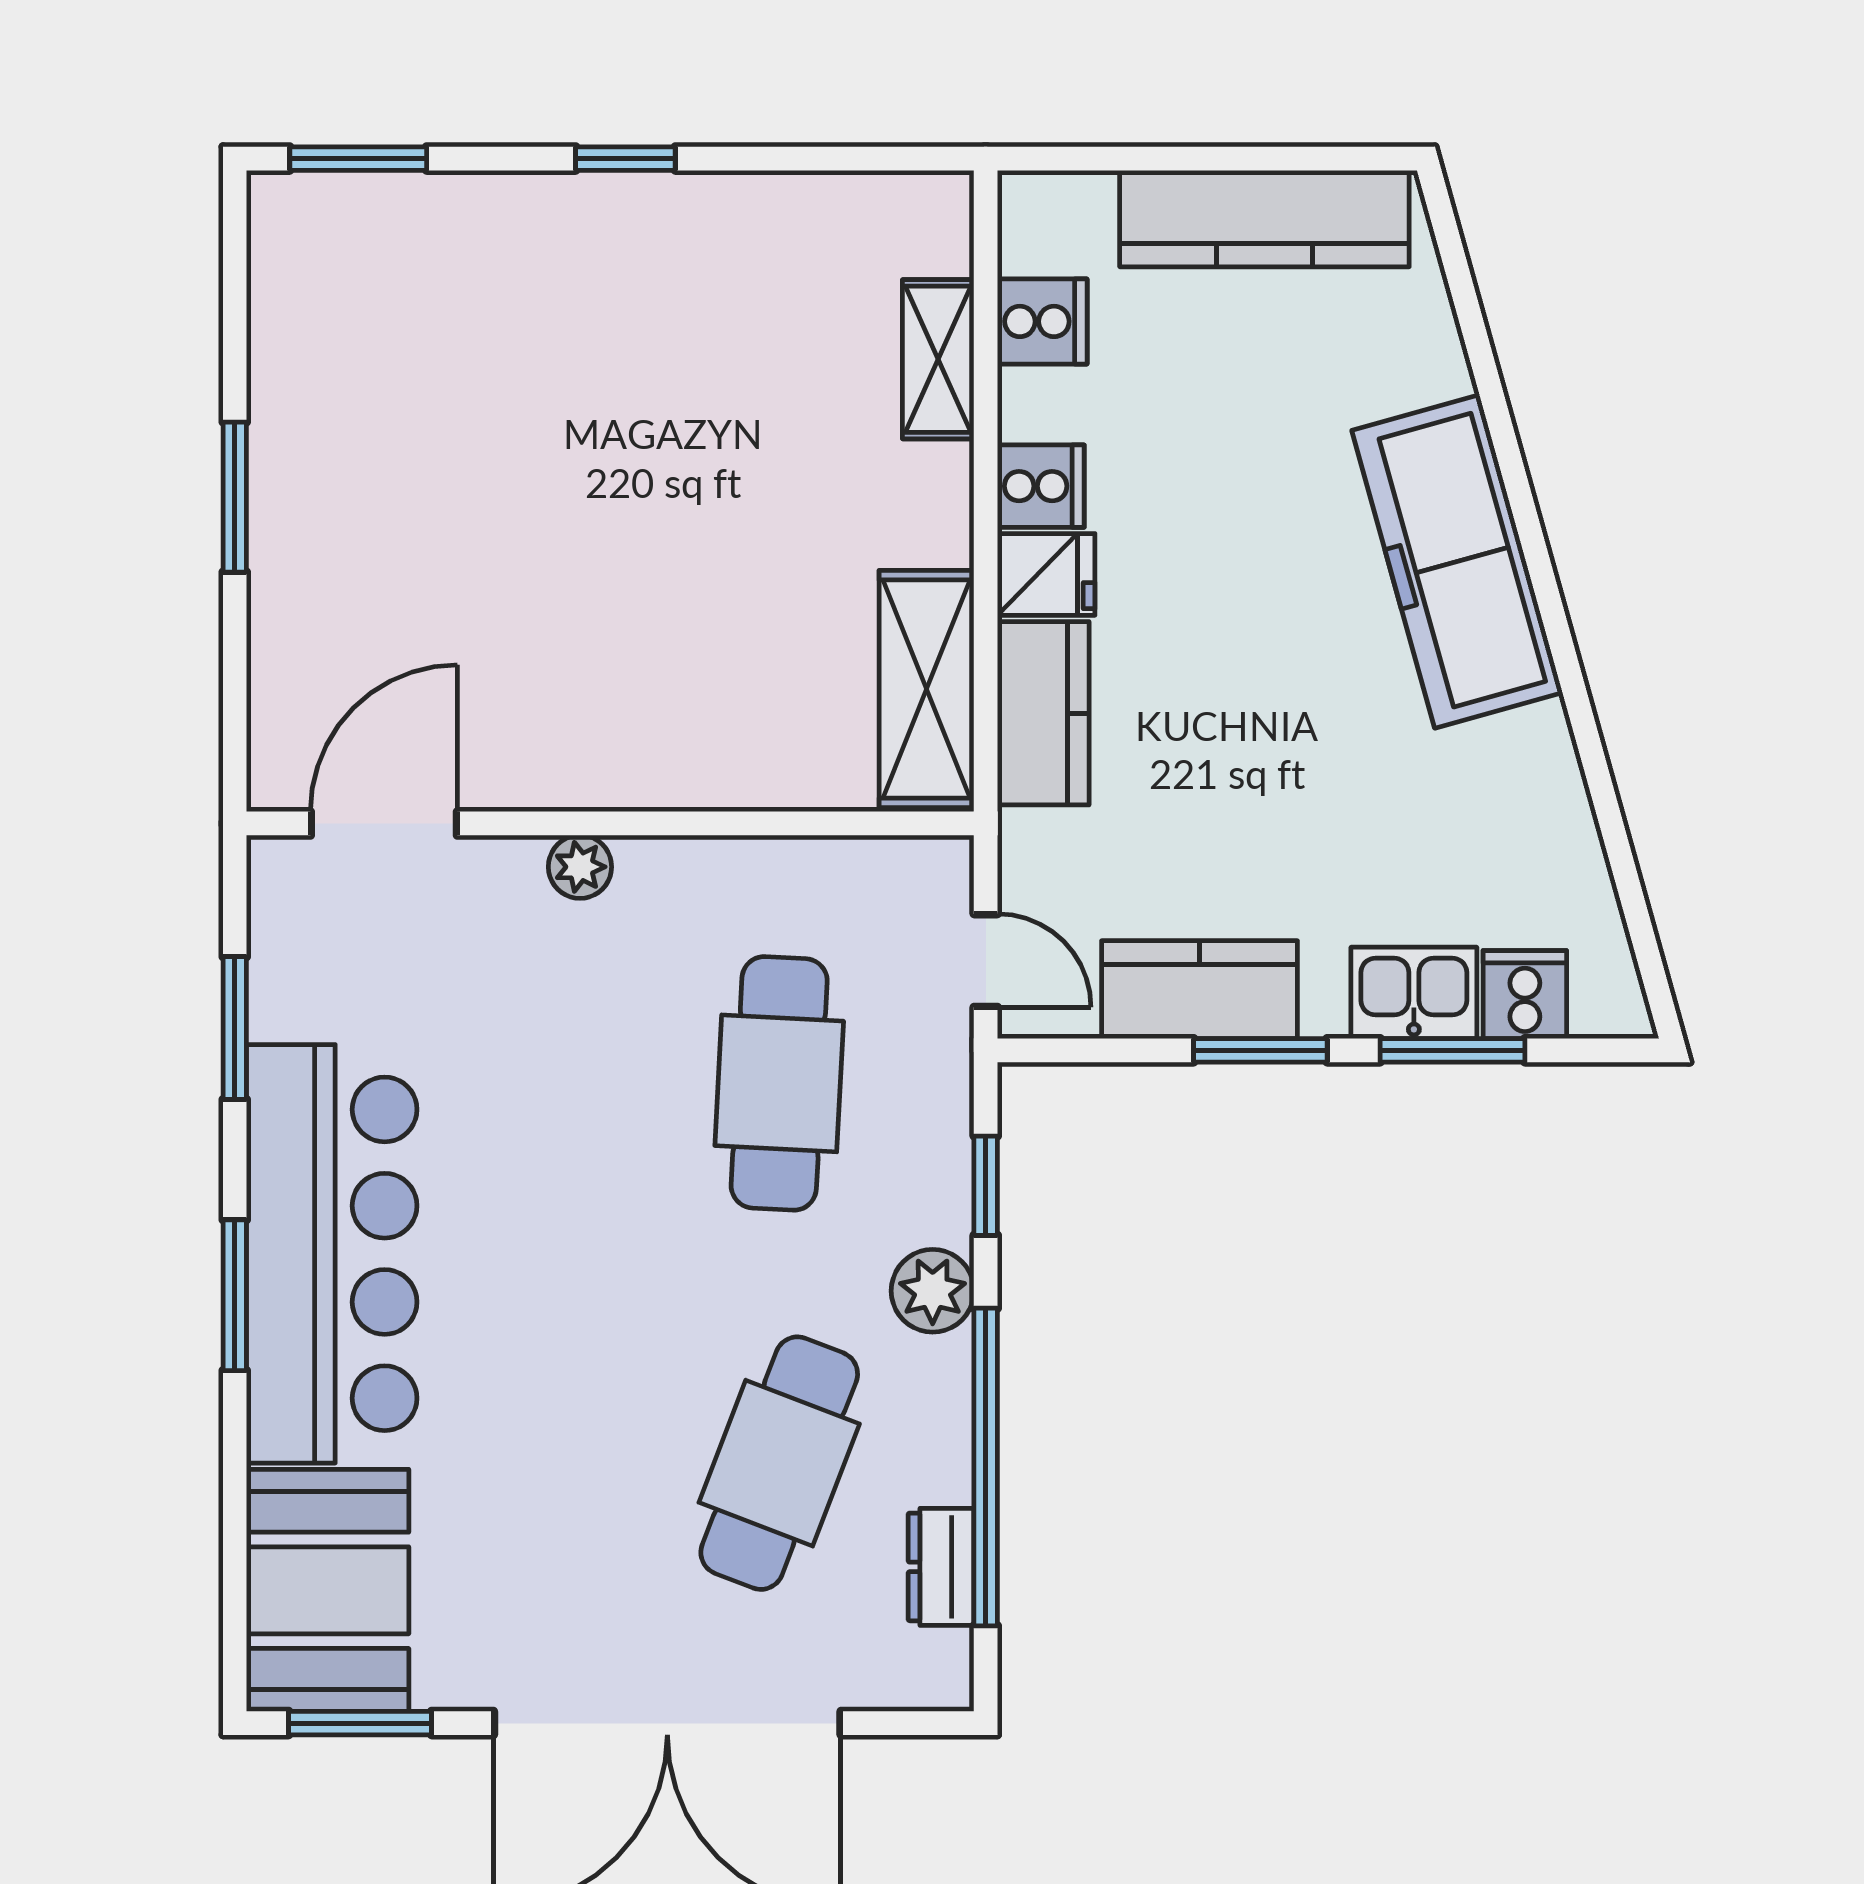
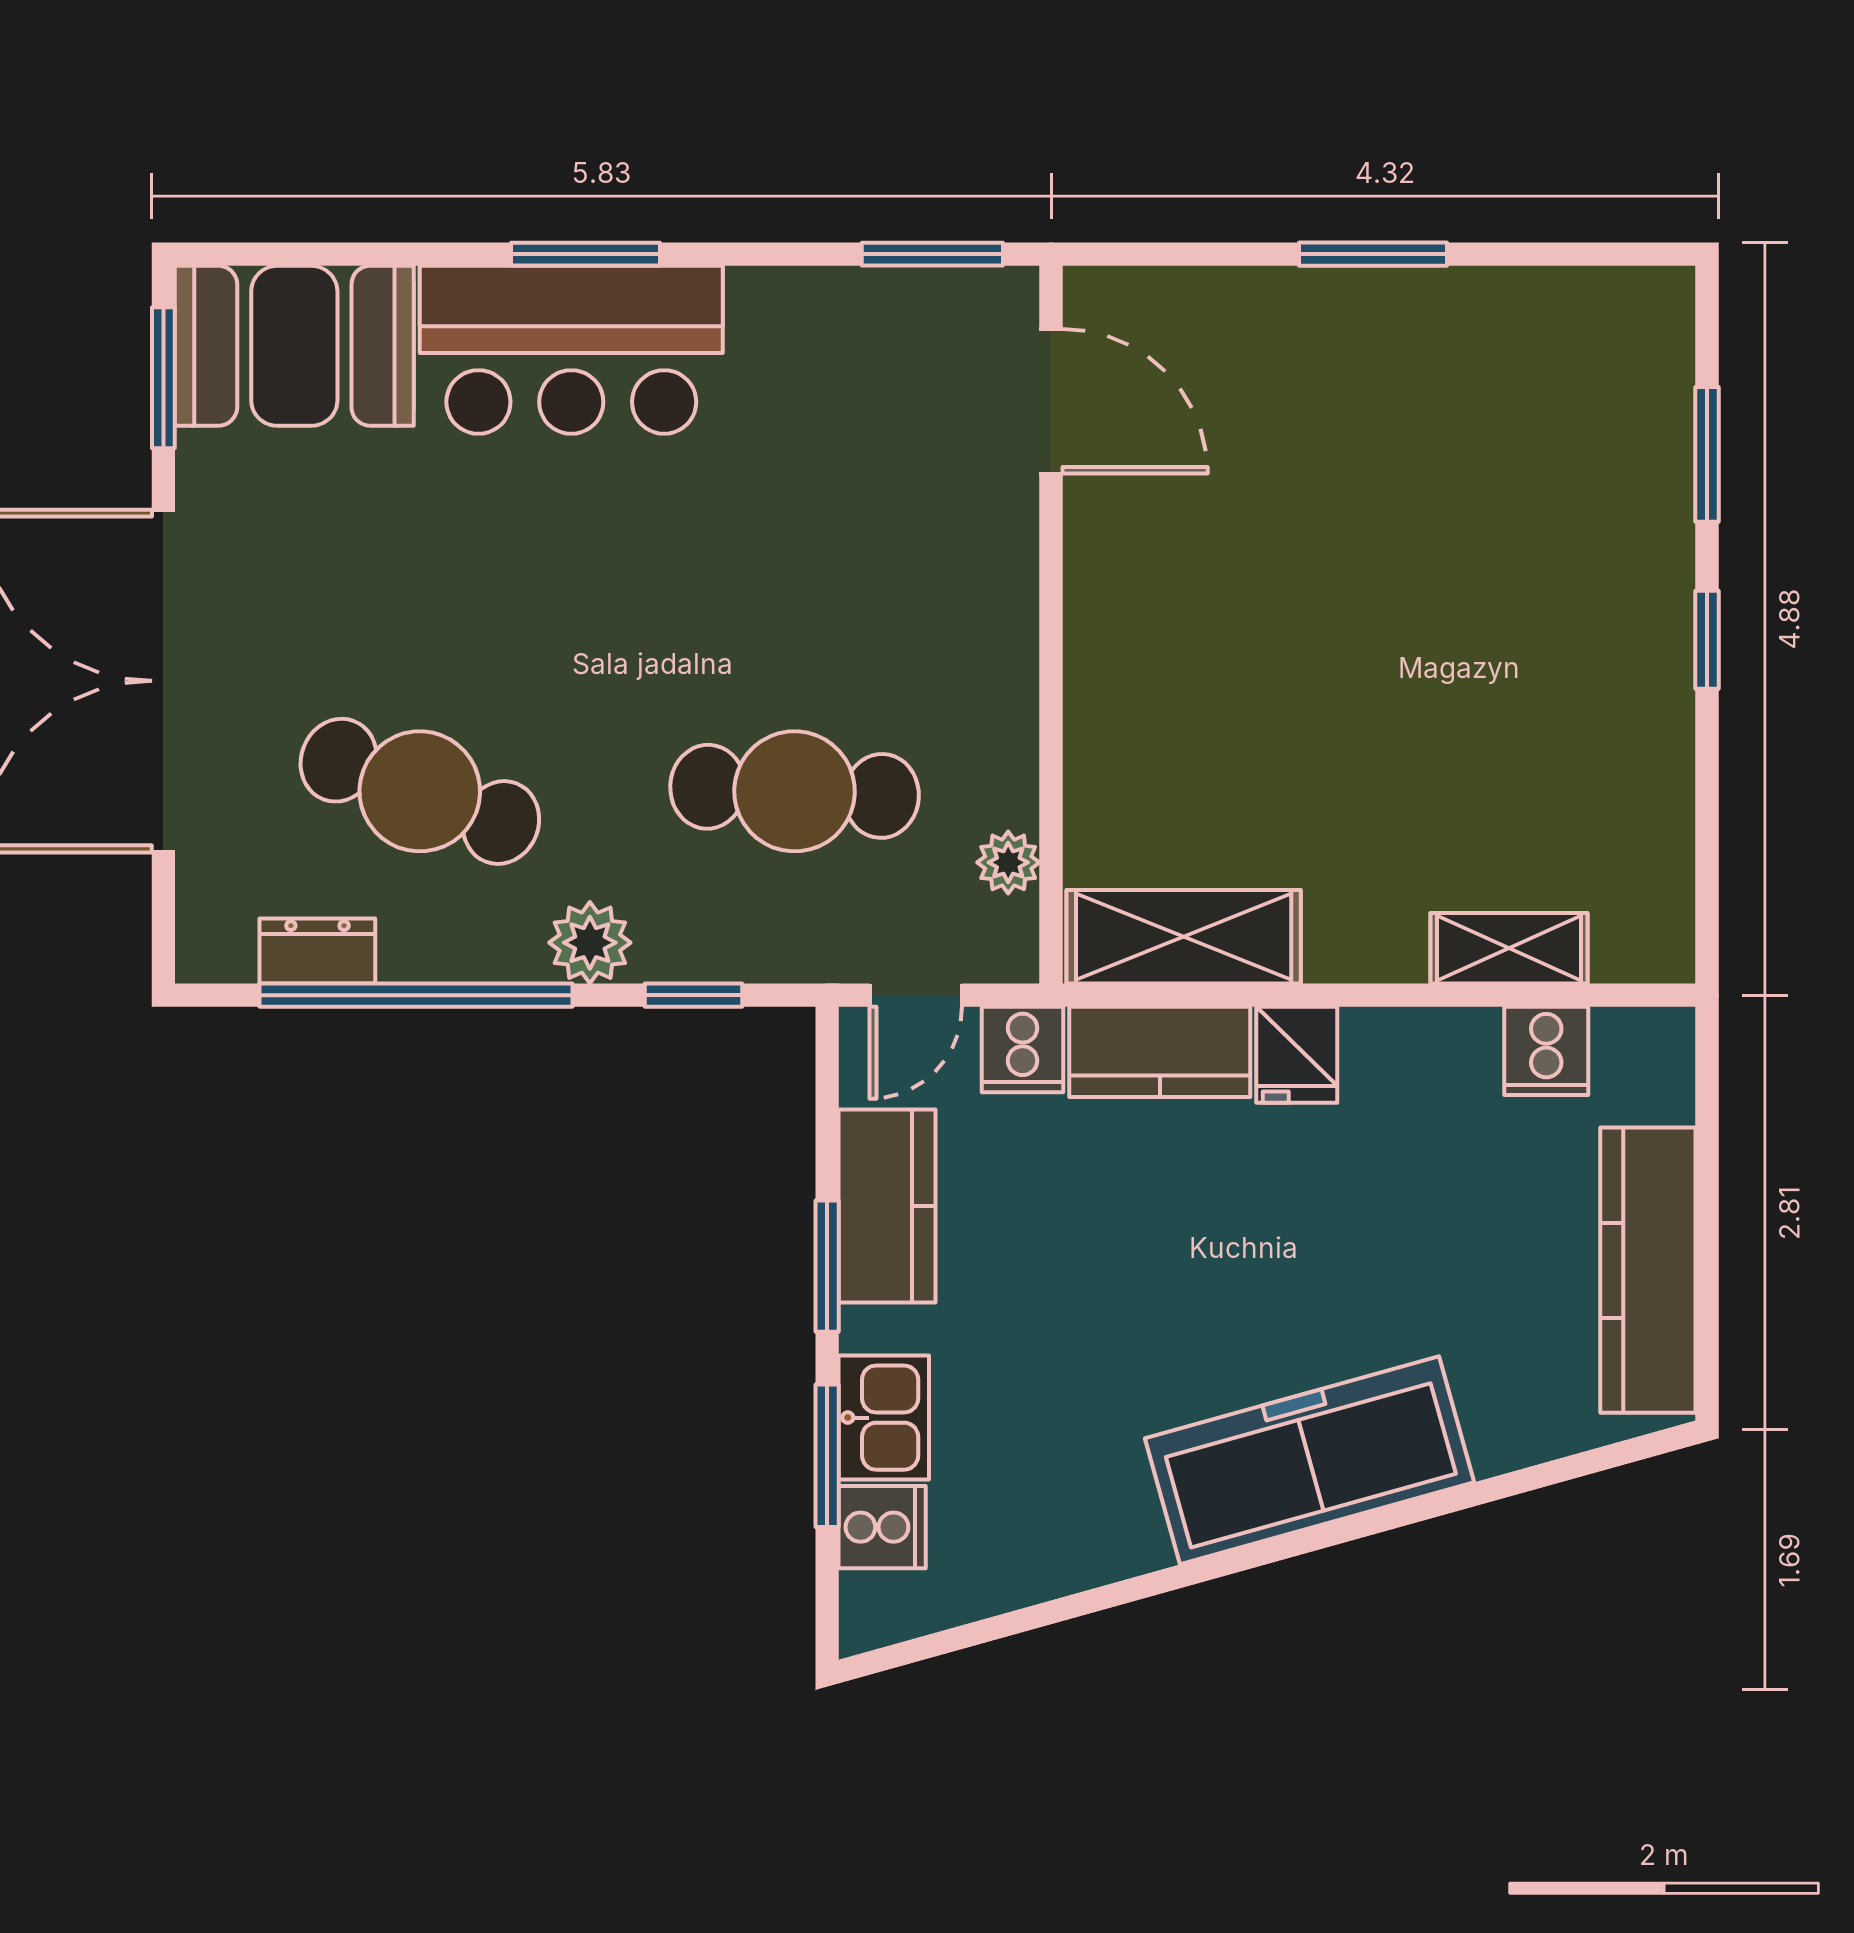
window: (358, 159) -> (1707, 454), moved
cooker: (1041, 486) -> (1023, 1050), moved
plant: (580, 867) -> (1008, 862), moved
window: (235, 1028) -> (932, 254), moved
bar counter: (332, 1254) -> (571, 350), width x0.73

